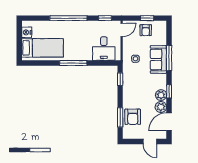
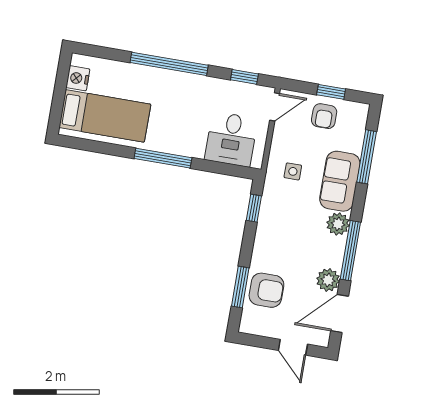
window: (169, 58) -> (367, 157), moved
window: (169, 91) -> (350, 251), width x2.17
plant: (161, 95) -> (338, 224), moved
armchair: (133, 117) -> (266, 290), turned -90

